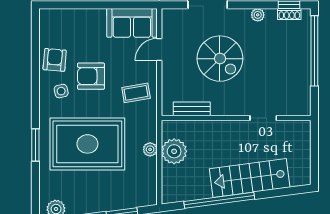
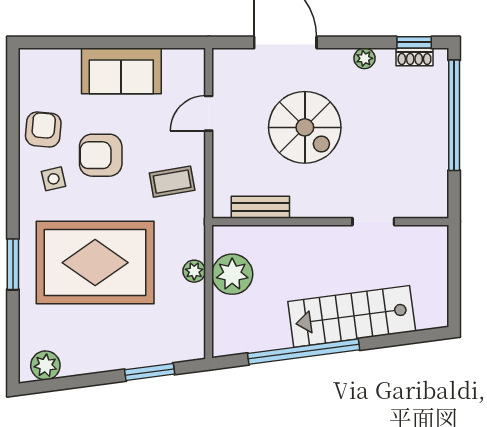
sofa: (132, 23) -> (121, 71), moved

